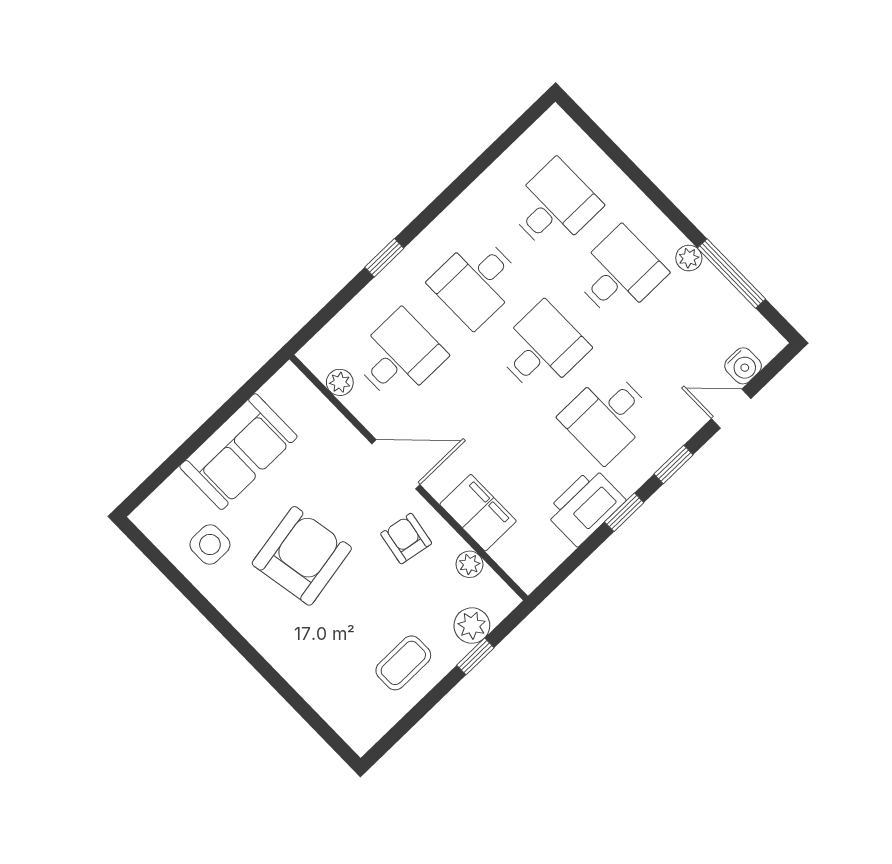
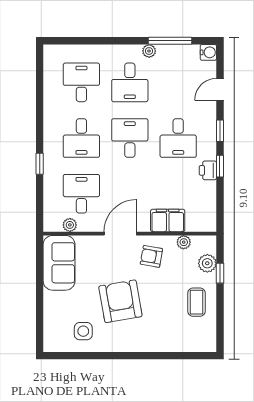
desk: (619, 274) -> (130, 82), turned 180
water cooler: (743, 366) -> (208, 52), moved
sofa: (238, 452) -> (59, 263), moved
printer: (585, 506) -> (208, 170), width x0.53, depth x0.68

